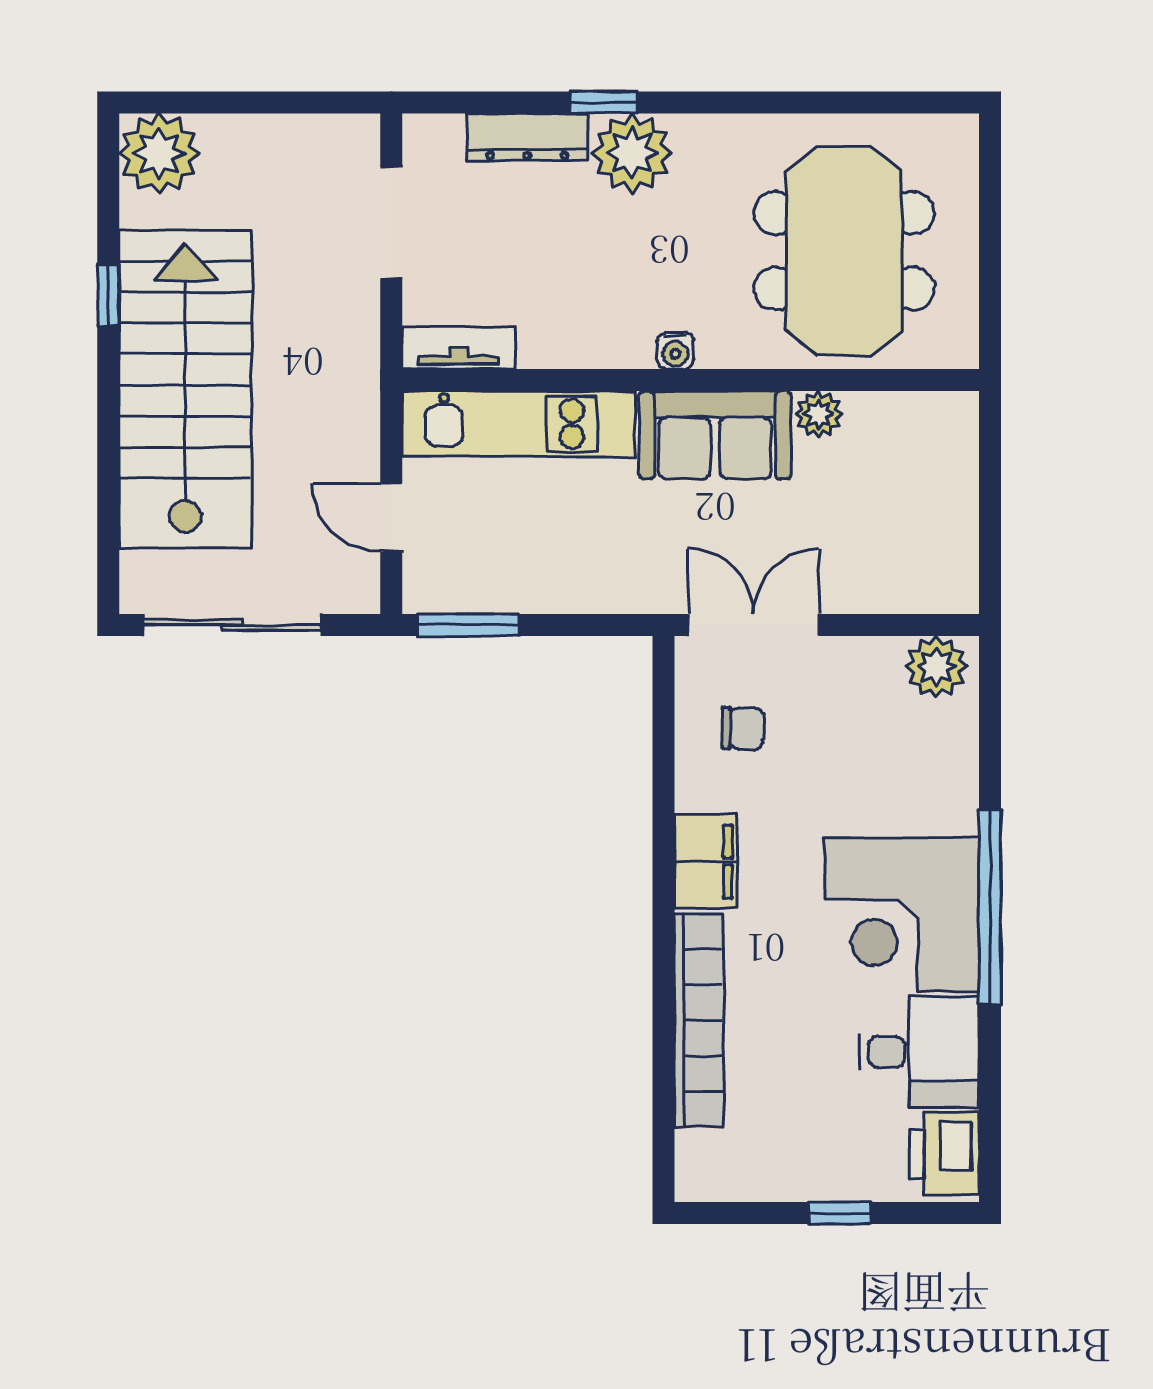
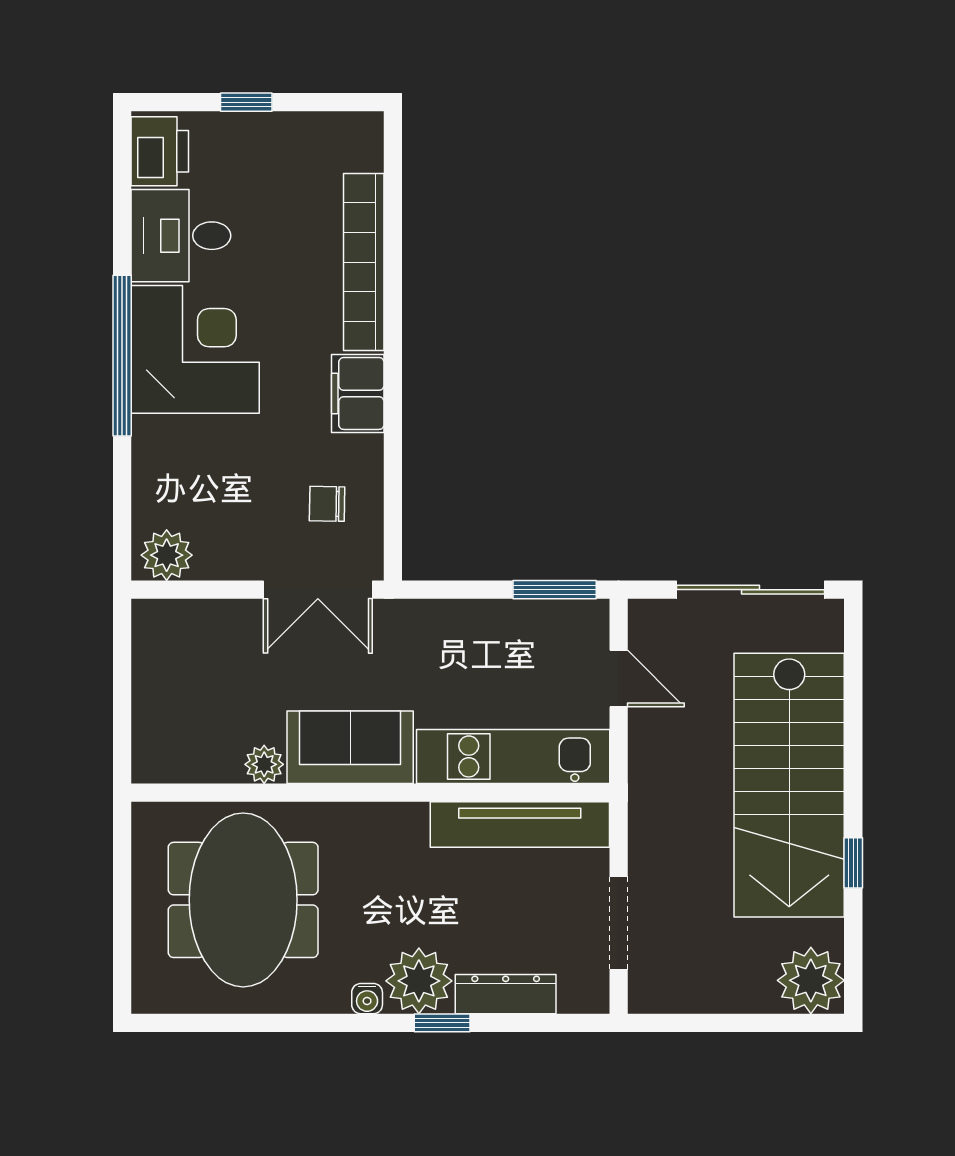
tv unit: (459, 348) -> (520, 825), width x1.92, depth x1.29
water cooler: (676, 351) -> (367, 999), moved, turned 180

